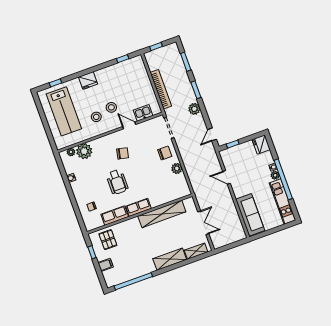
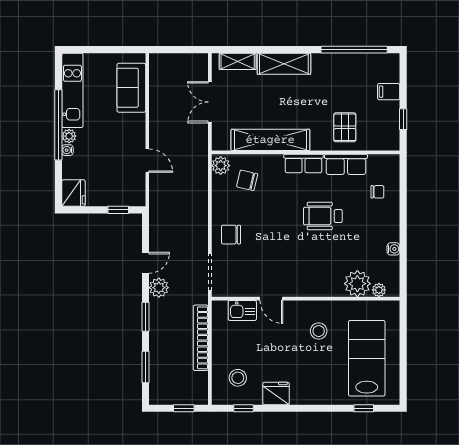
fridge: (88, 80) -> (276, 393), moved
stool: (111, 107) -> (238, 378), moved
door: (212, 134) -> (146, 263), moved
chair: (123, 153) -> (247, 180), moved
plant: (177, 168) -> (221, 166), moved
wheelchair: (117, 182) -> (323, 216), turned -90
sofa: (250, 215) -> (131, 88), width x0.73
pallet: (108, 240) -> (345, 127), moved

